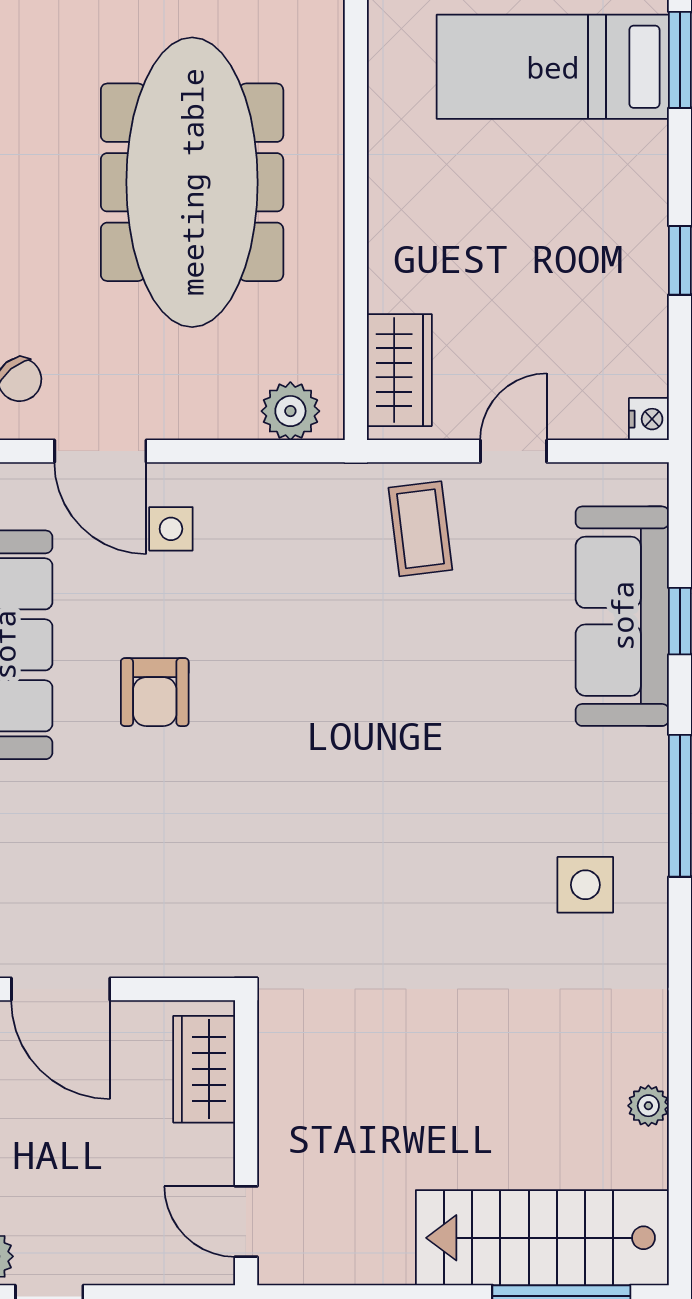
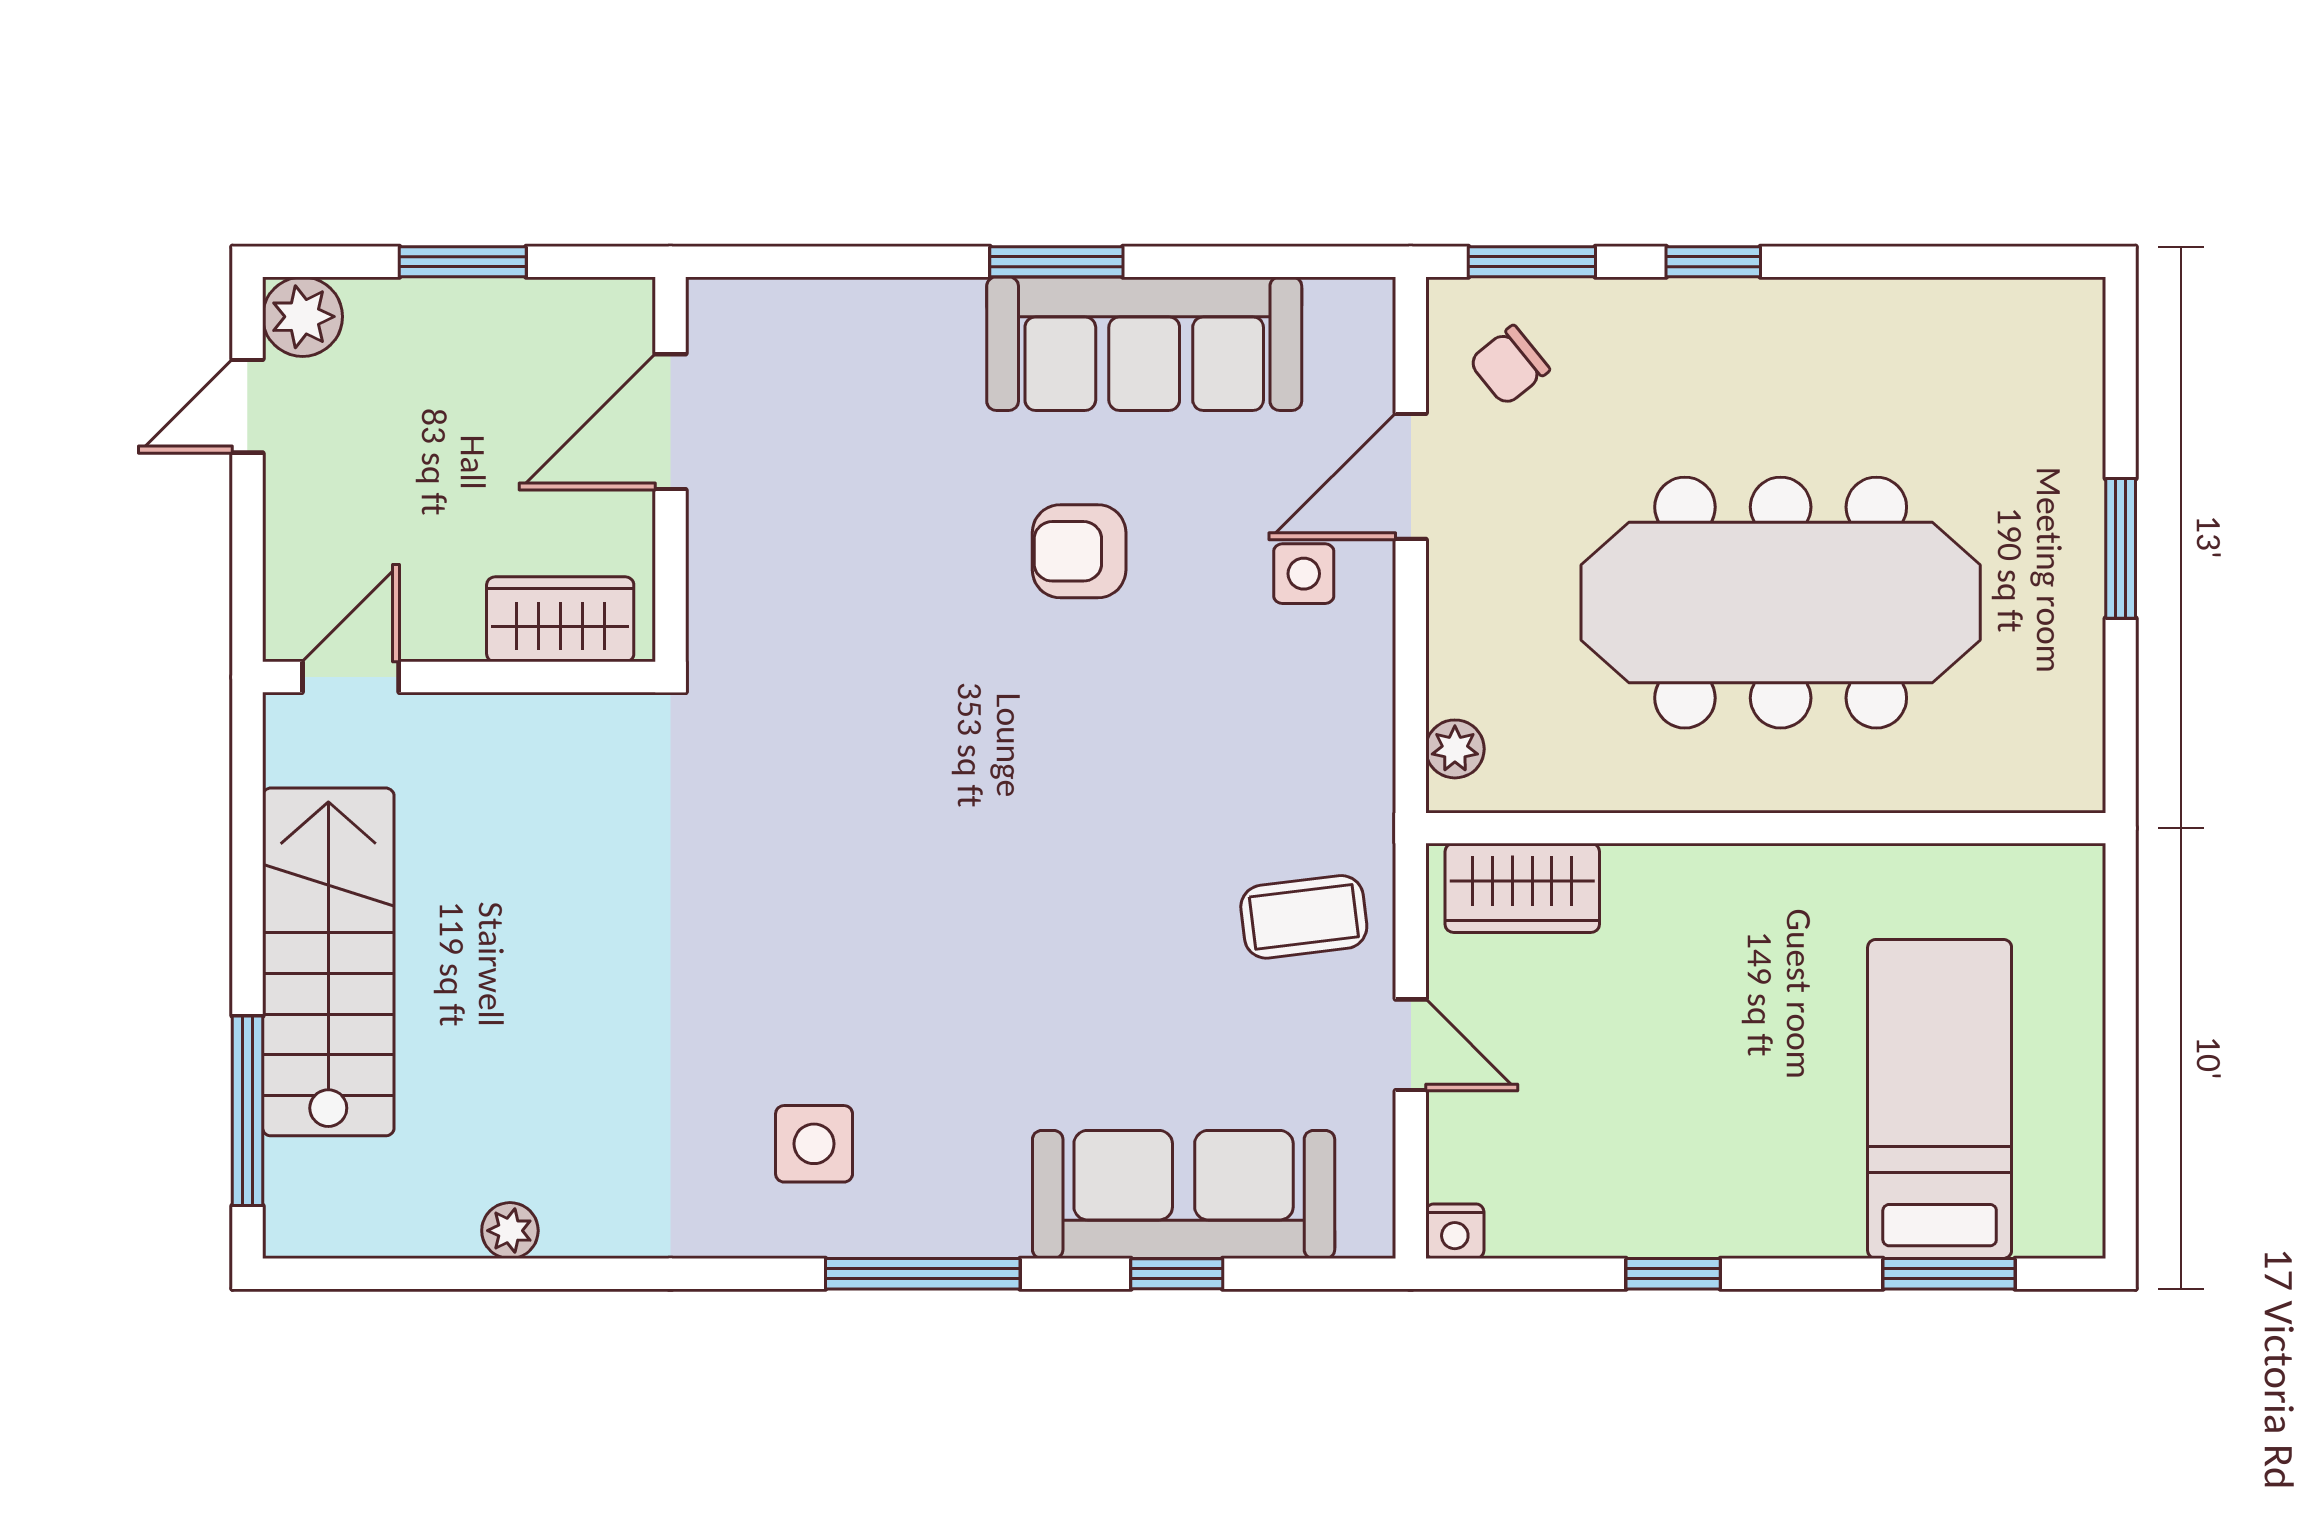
plant: (290, 411) -> (1455, 749), width x0.73, depth x0.73
stairs: (542, 1238) -> (328, 962), moved

